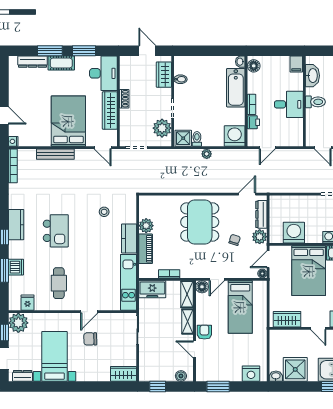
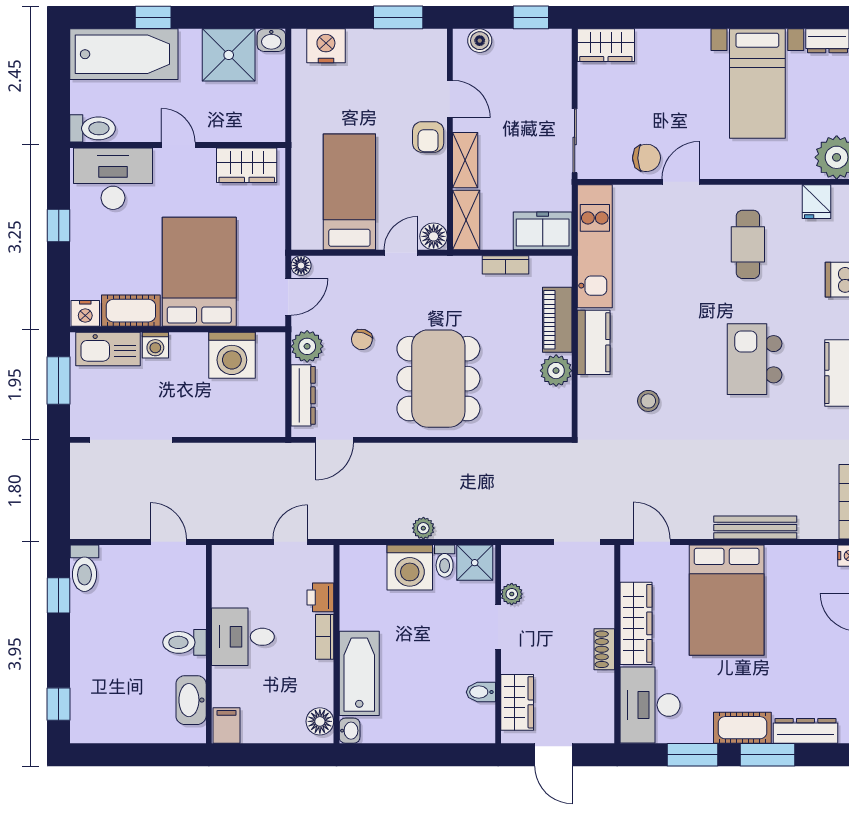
plant: (162, 128) -> (512, 594), width x0.53, depth x0.53
washing machine: (235, 136) -> (410, 567), moved
chair: (90, 339) -> (646, 158), moved

